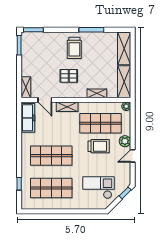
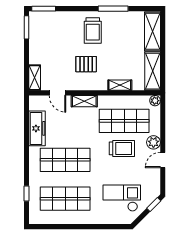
freezer: (28, 118) -> (37, 128), moved

